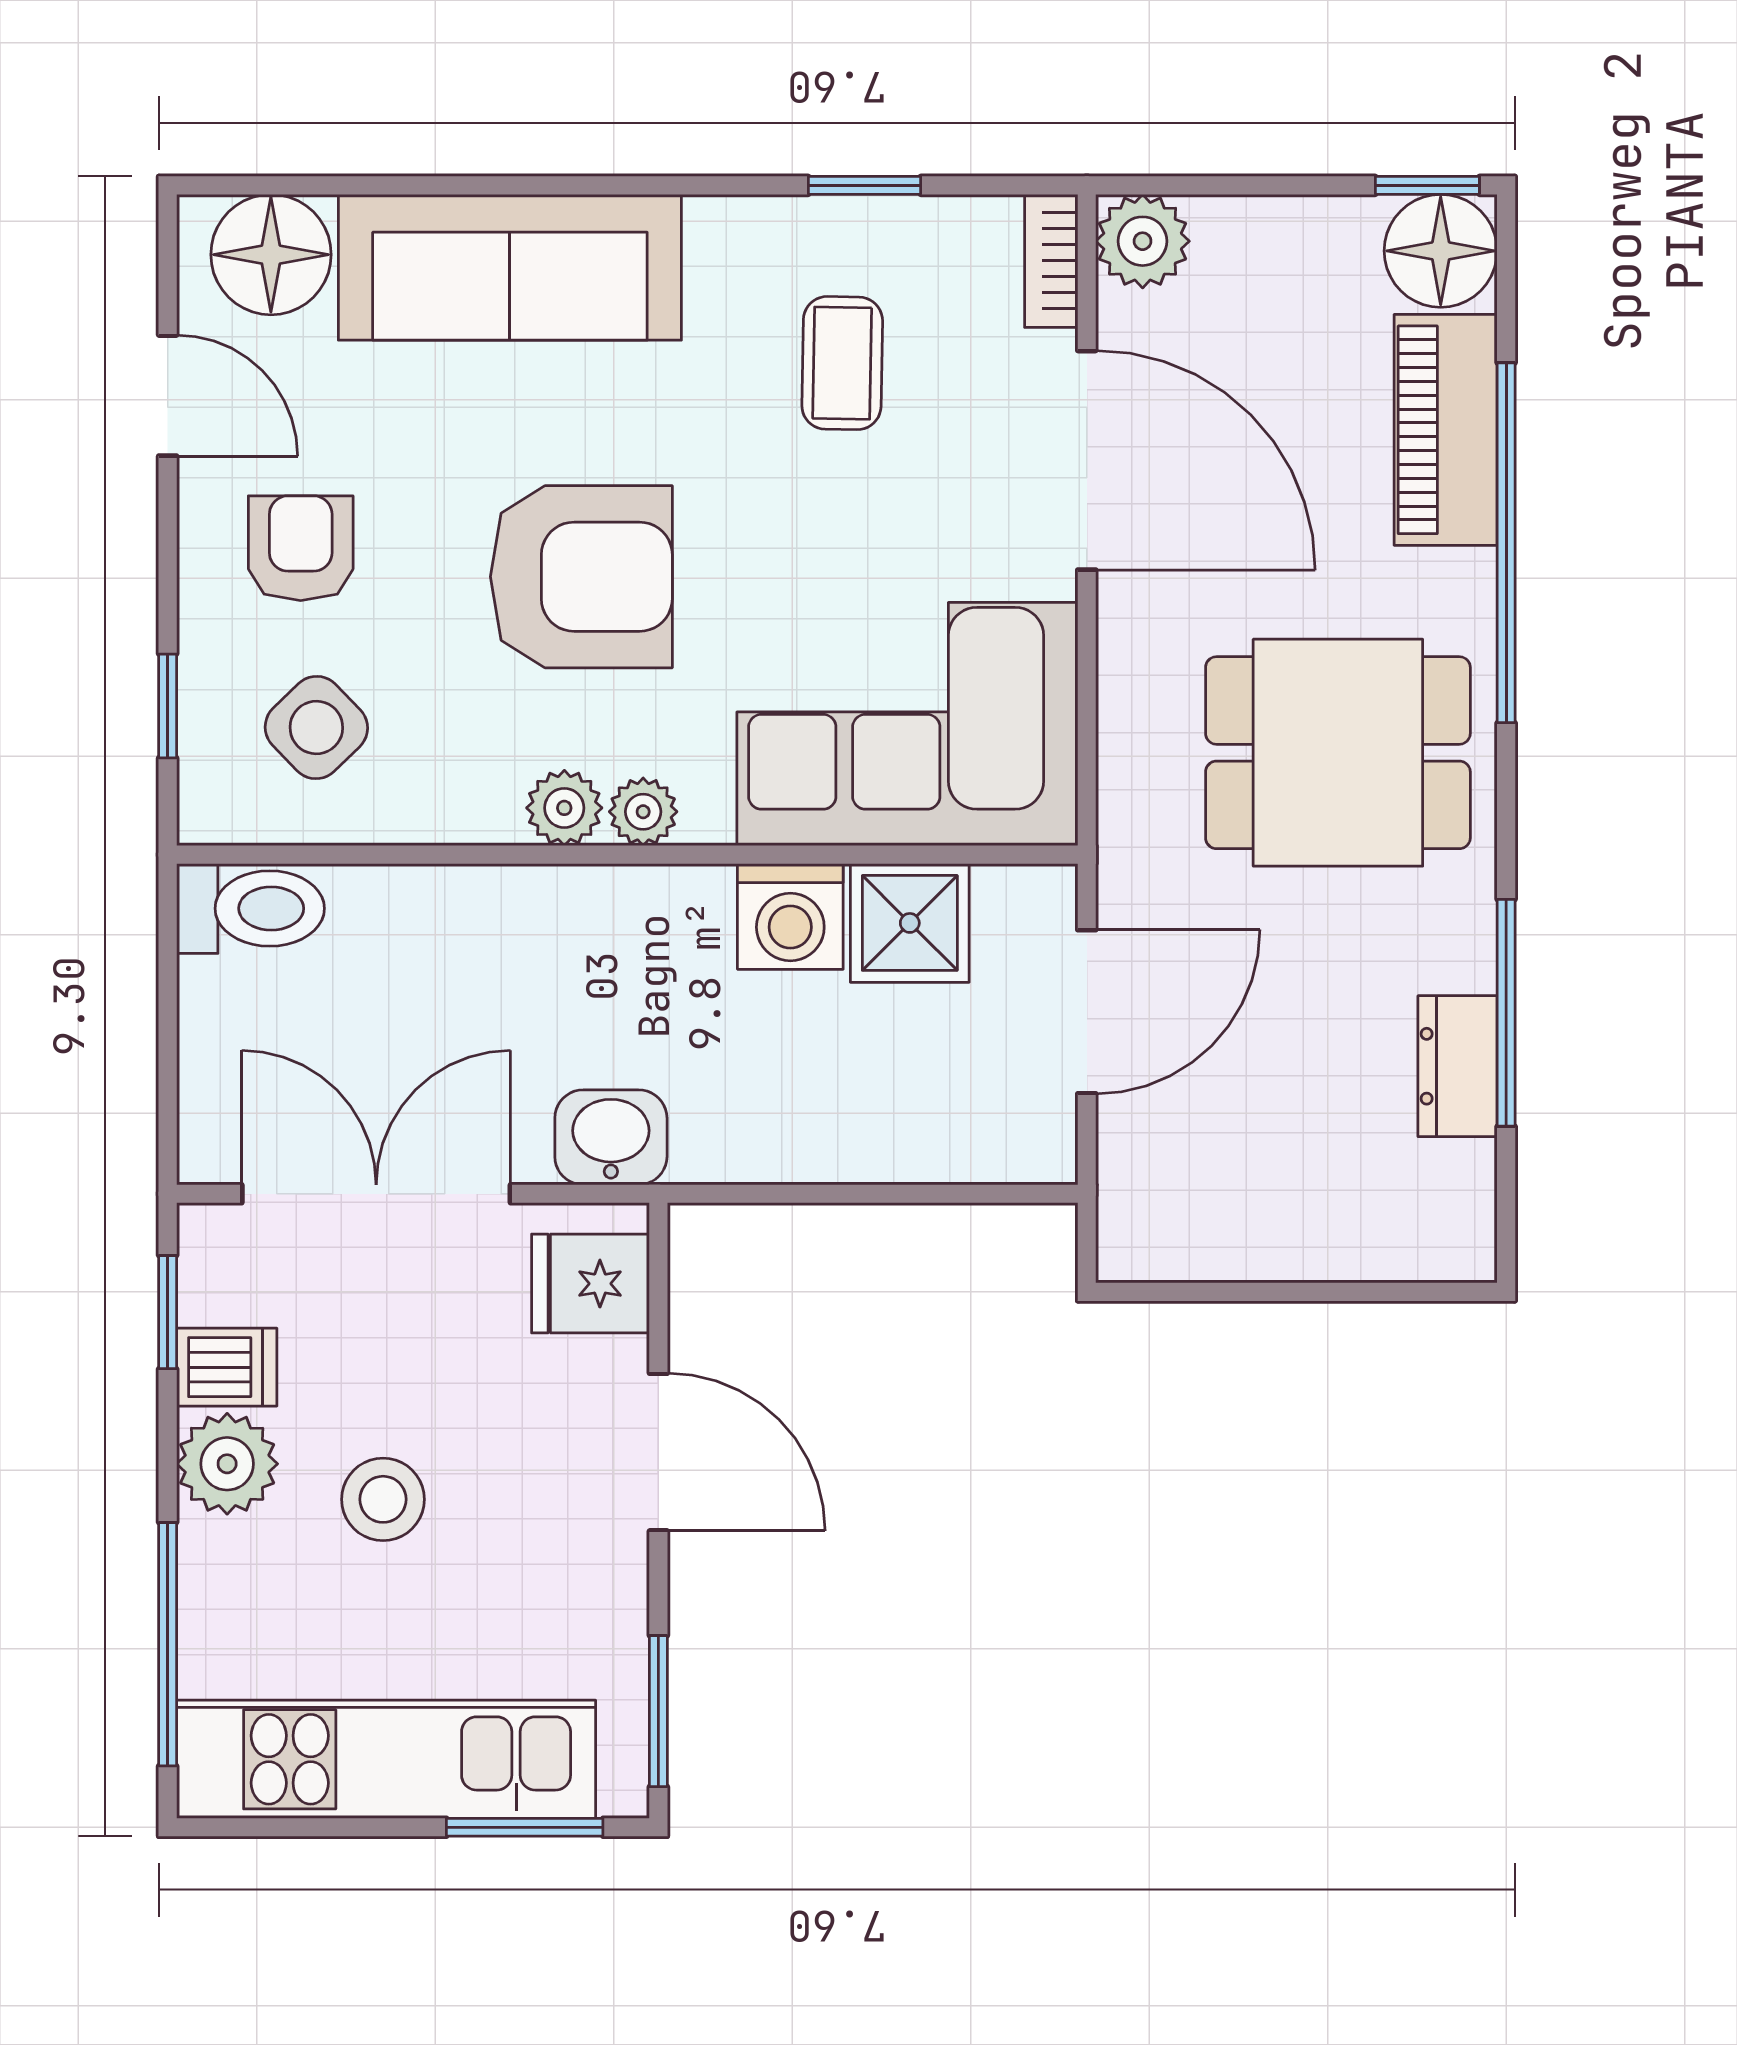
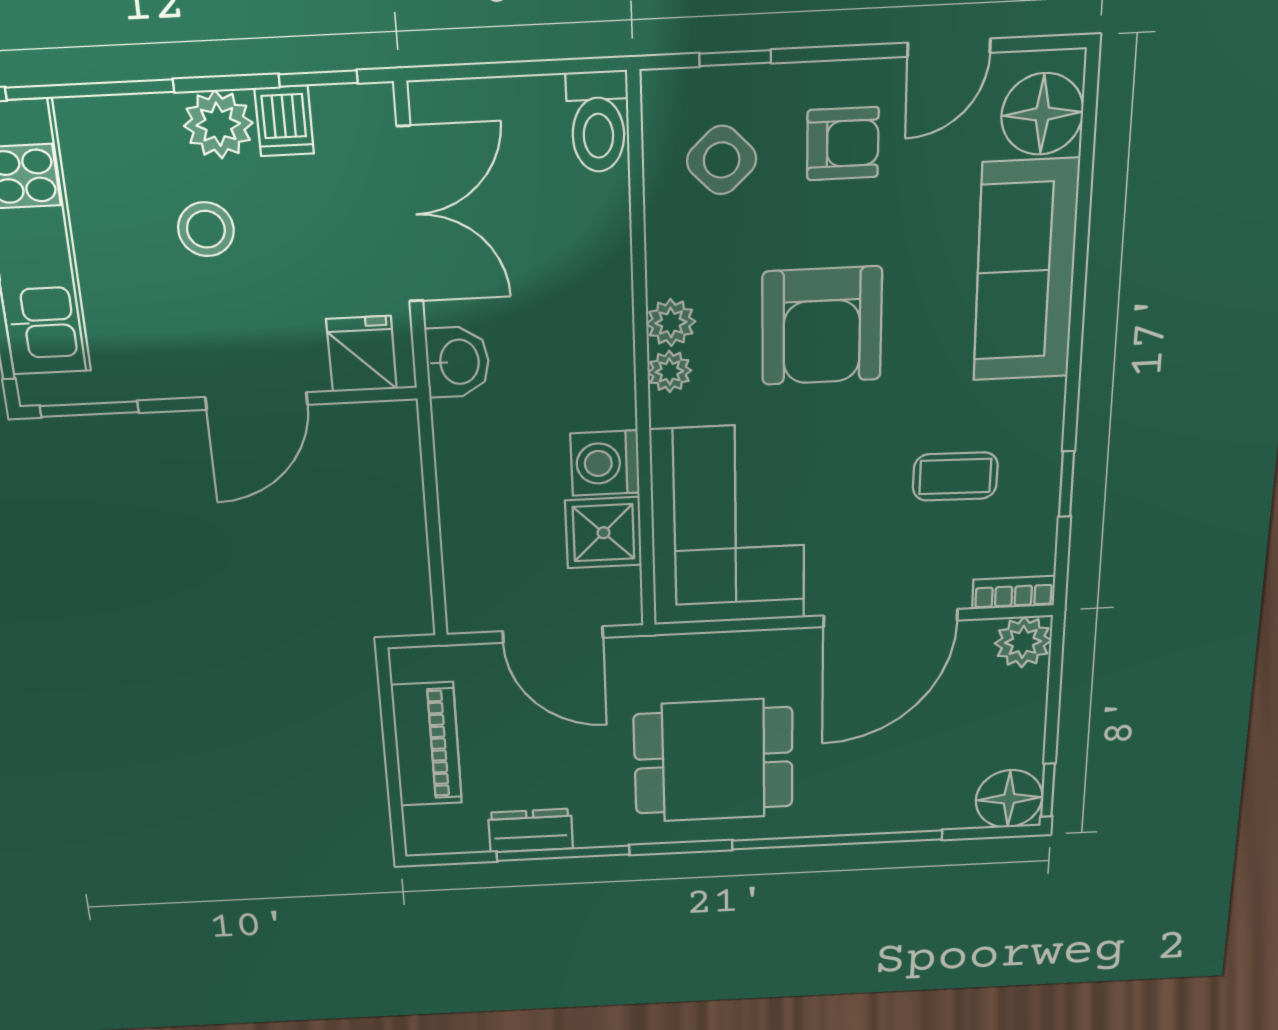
piano: (1446, 430) -> (427, 744), moved, turned 90
dining table: (1338, 753) -> (713, 761), turned 90

